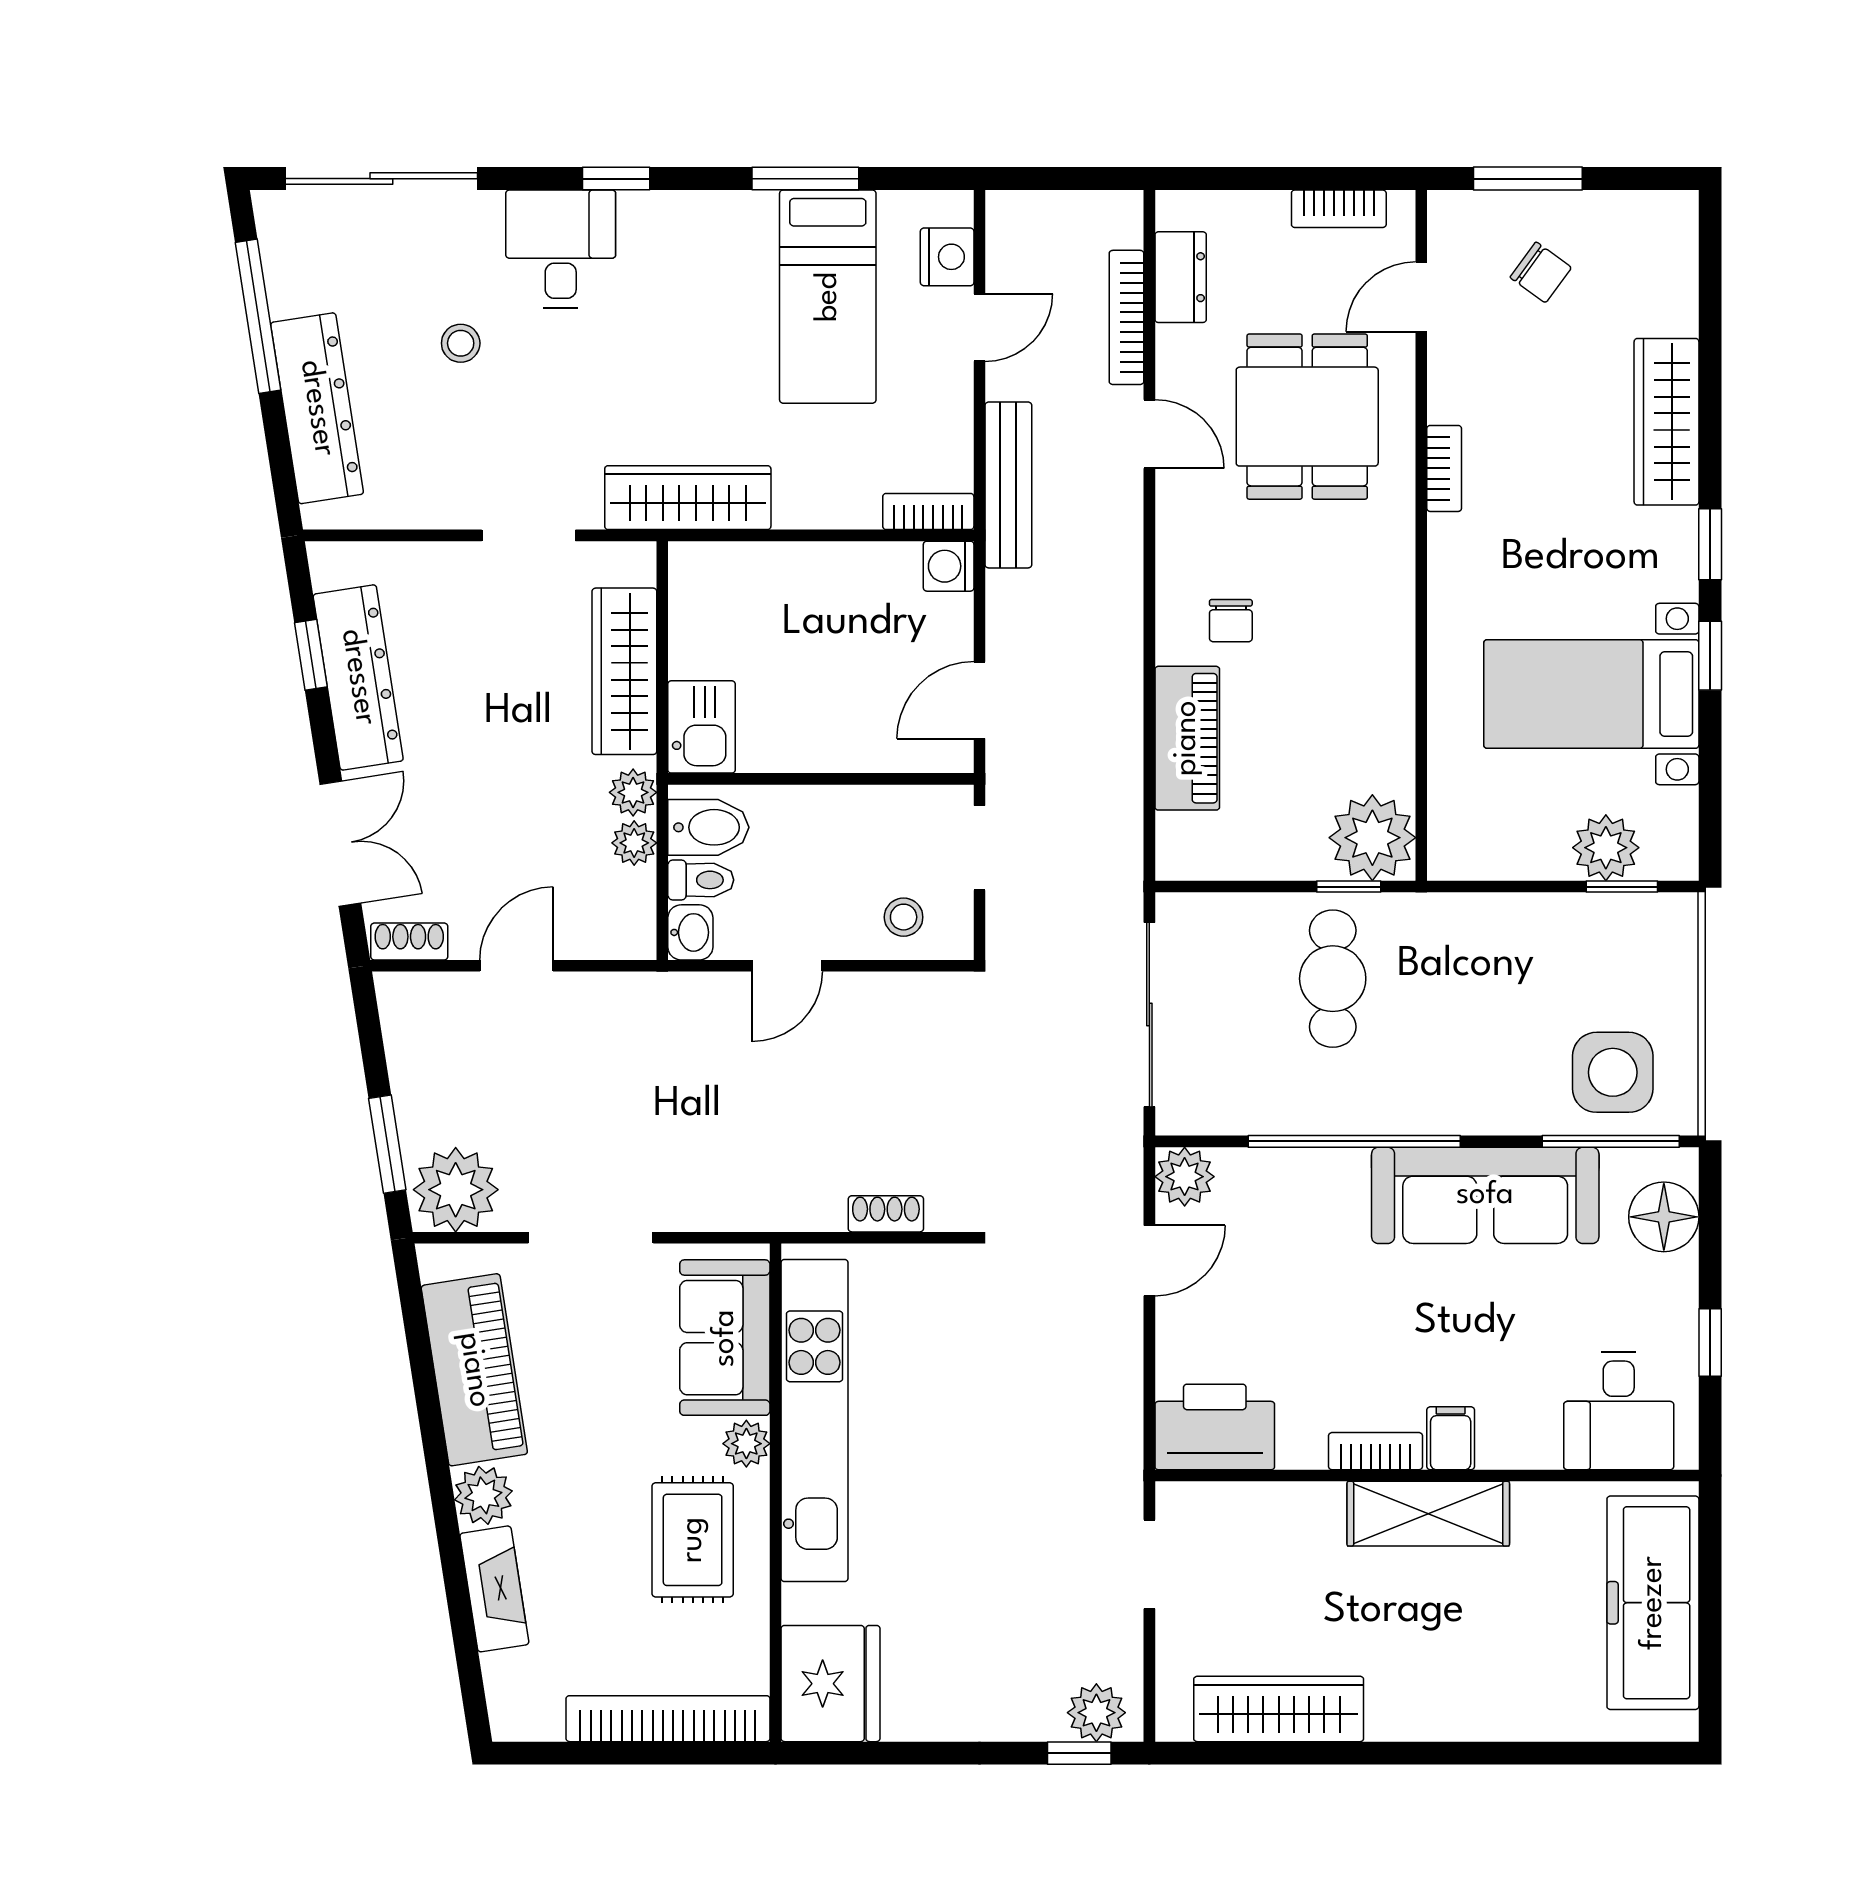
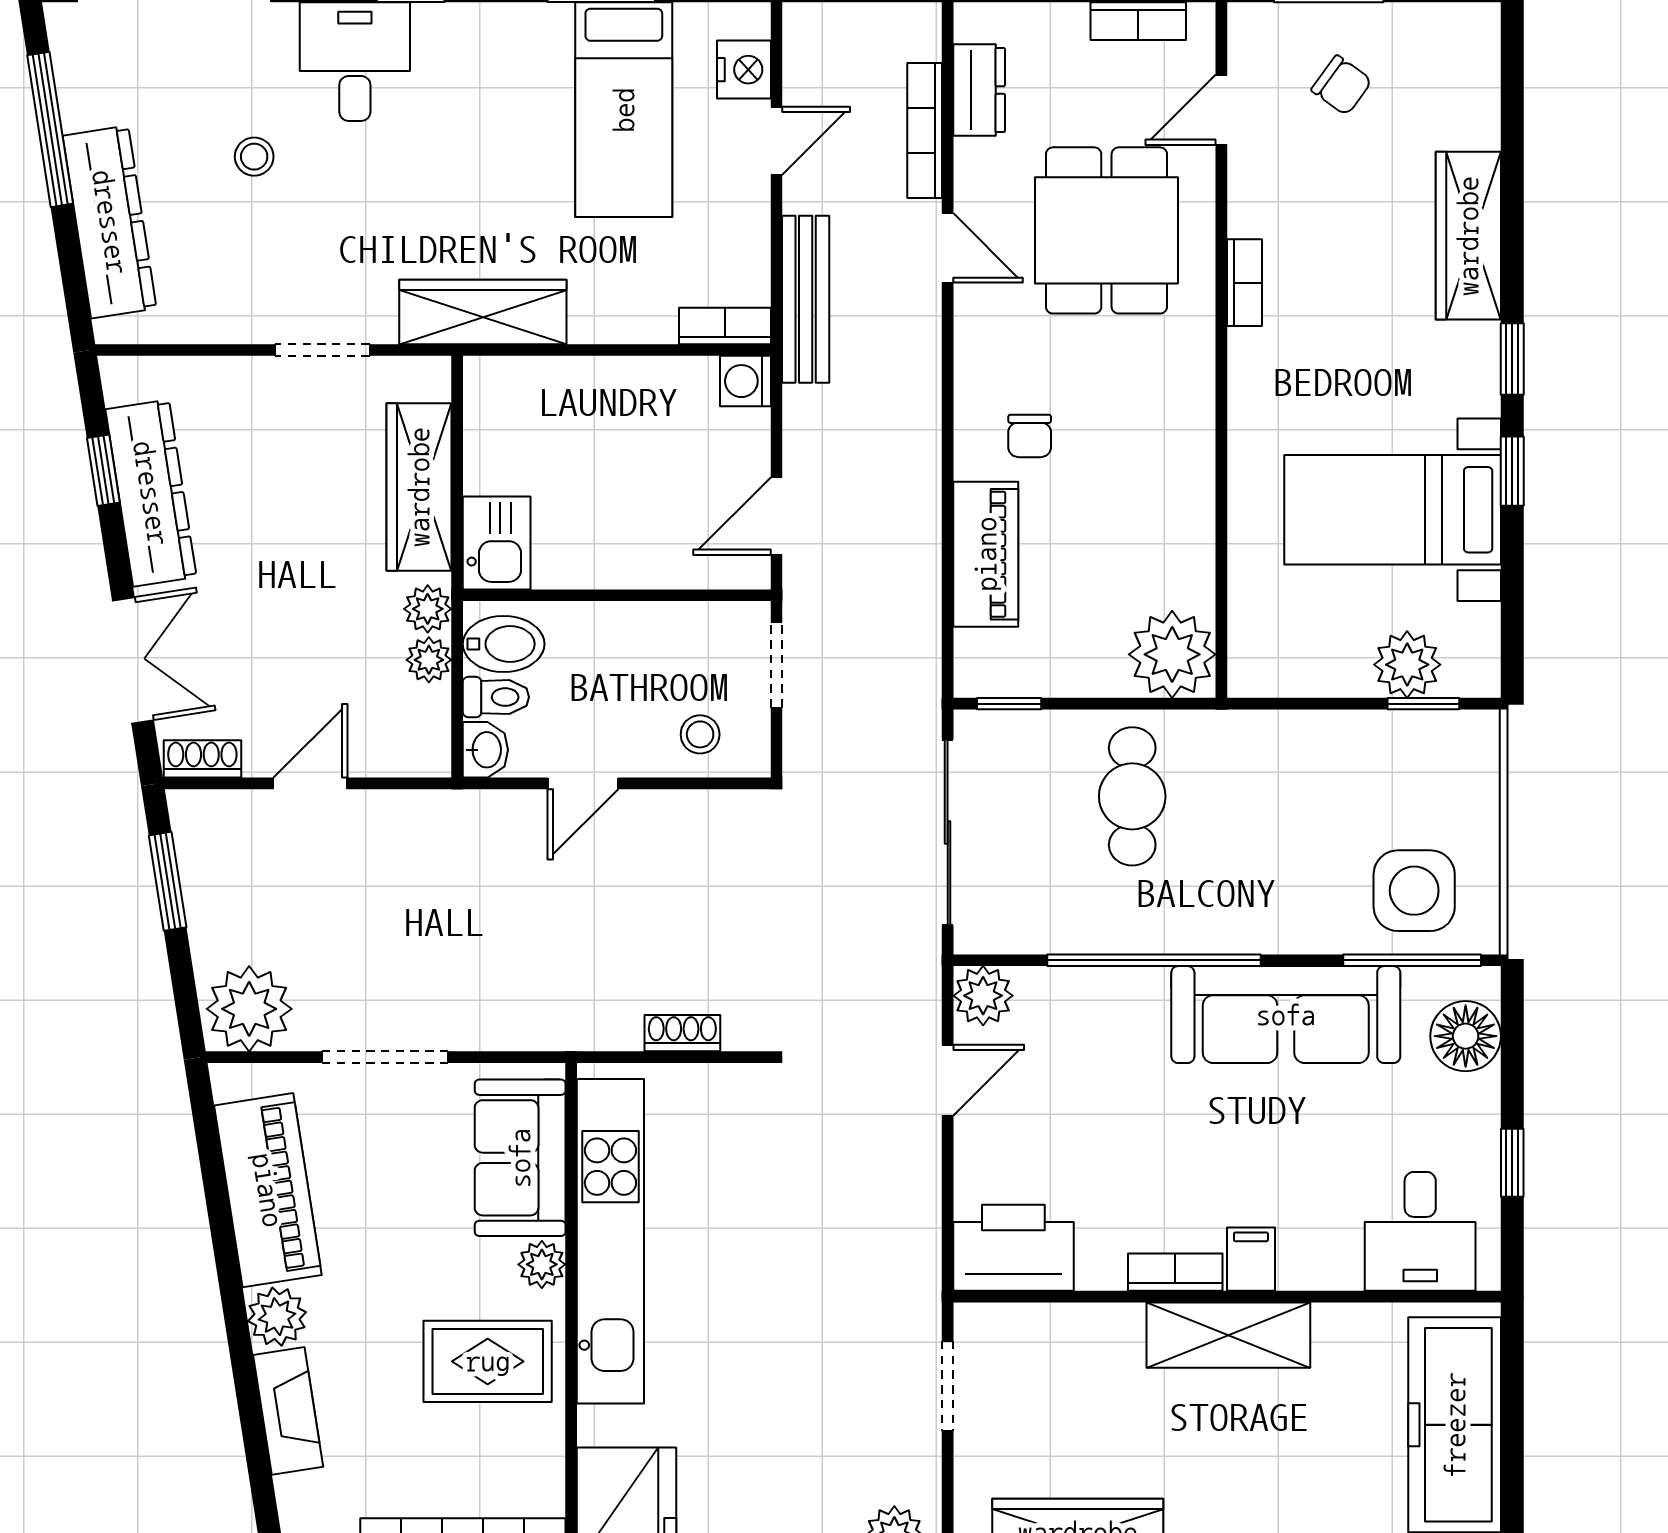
window: (1349, 887) -> (1009, 704), moved
window: (387, 1144) -> (168, 881), moved
rug: (693, 1540) -> (488, 1361), turned 90

